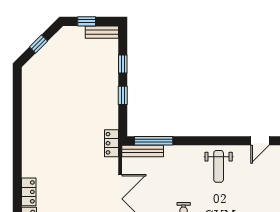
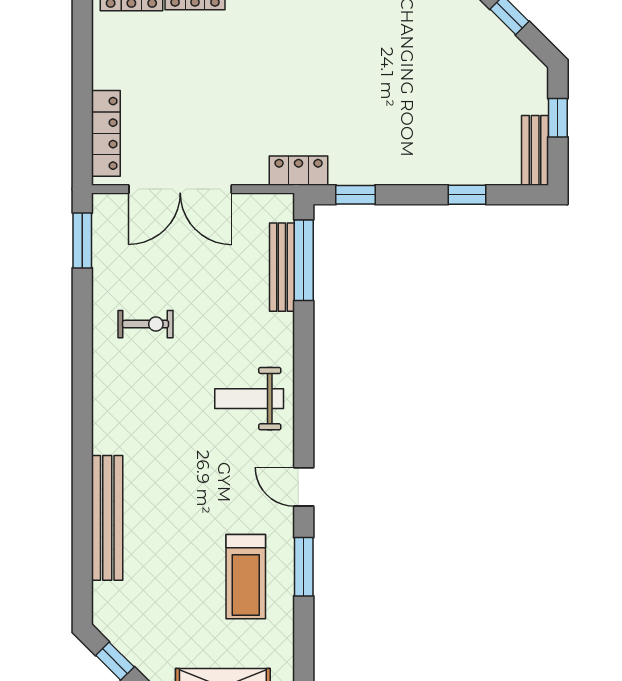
window: (123, 95) -> (356, 195), moved
bench: (143, 151) -> (282, 267), moved

